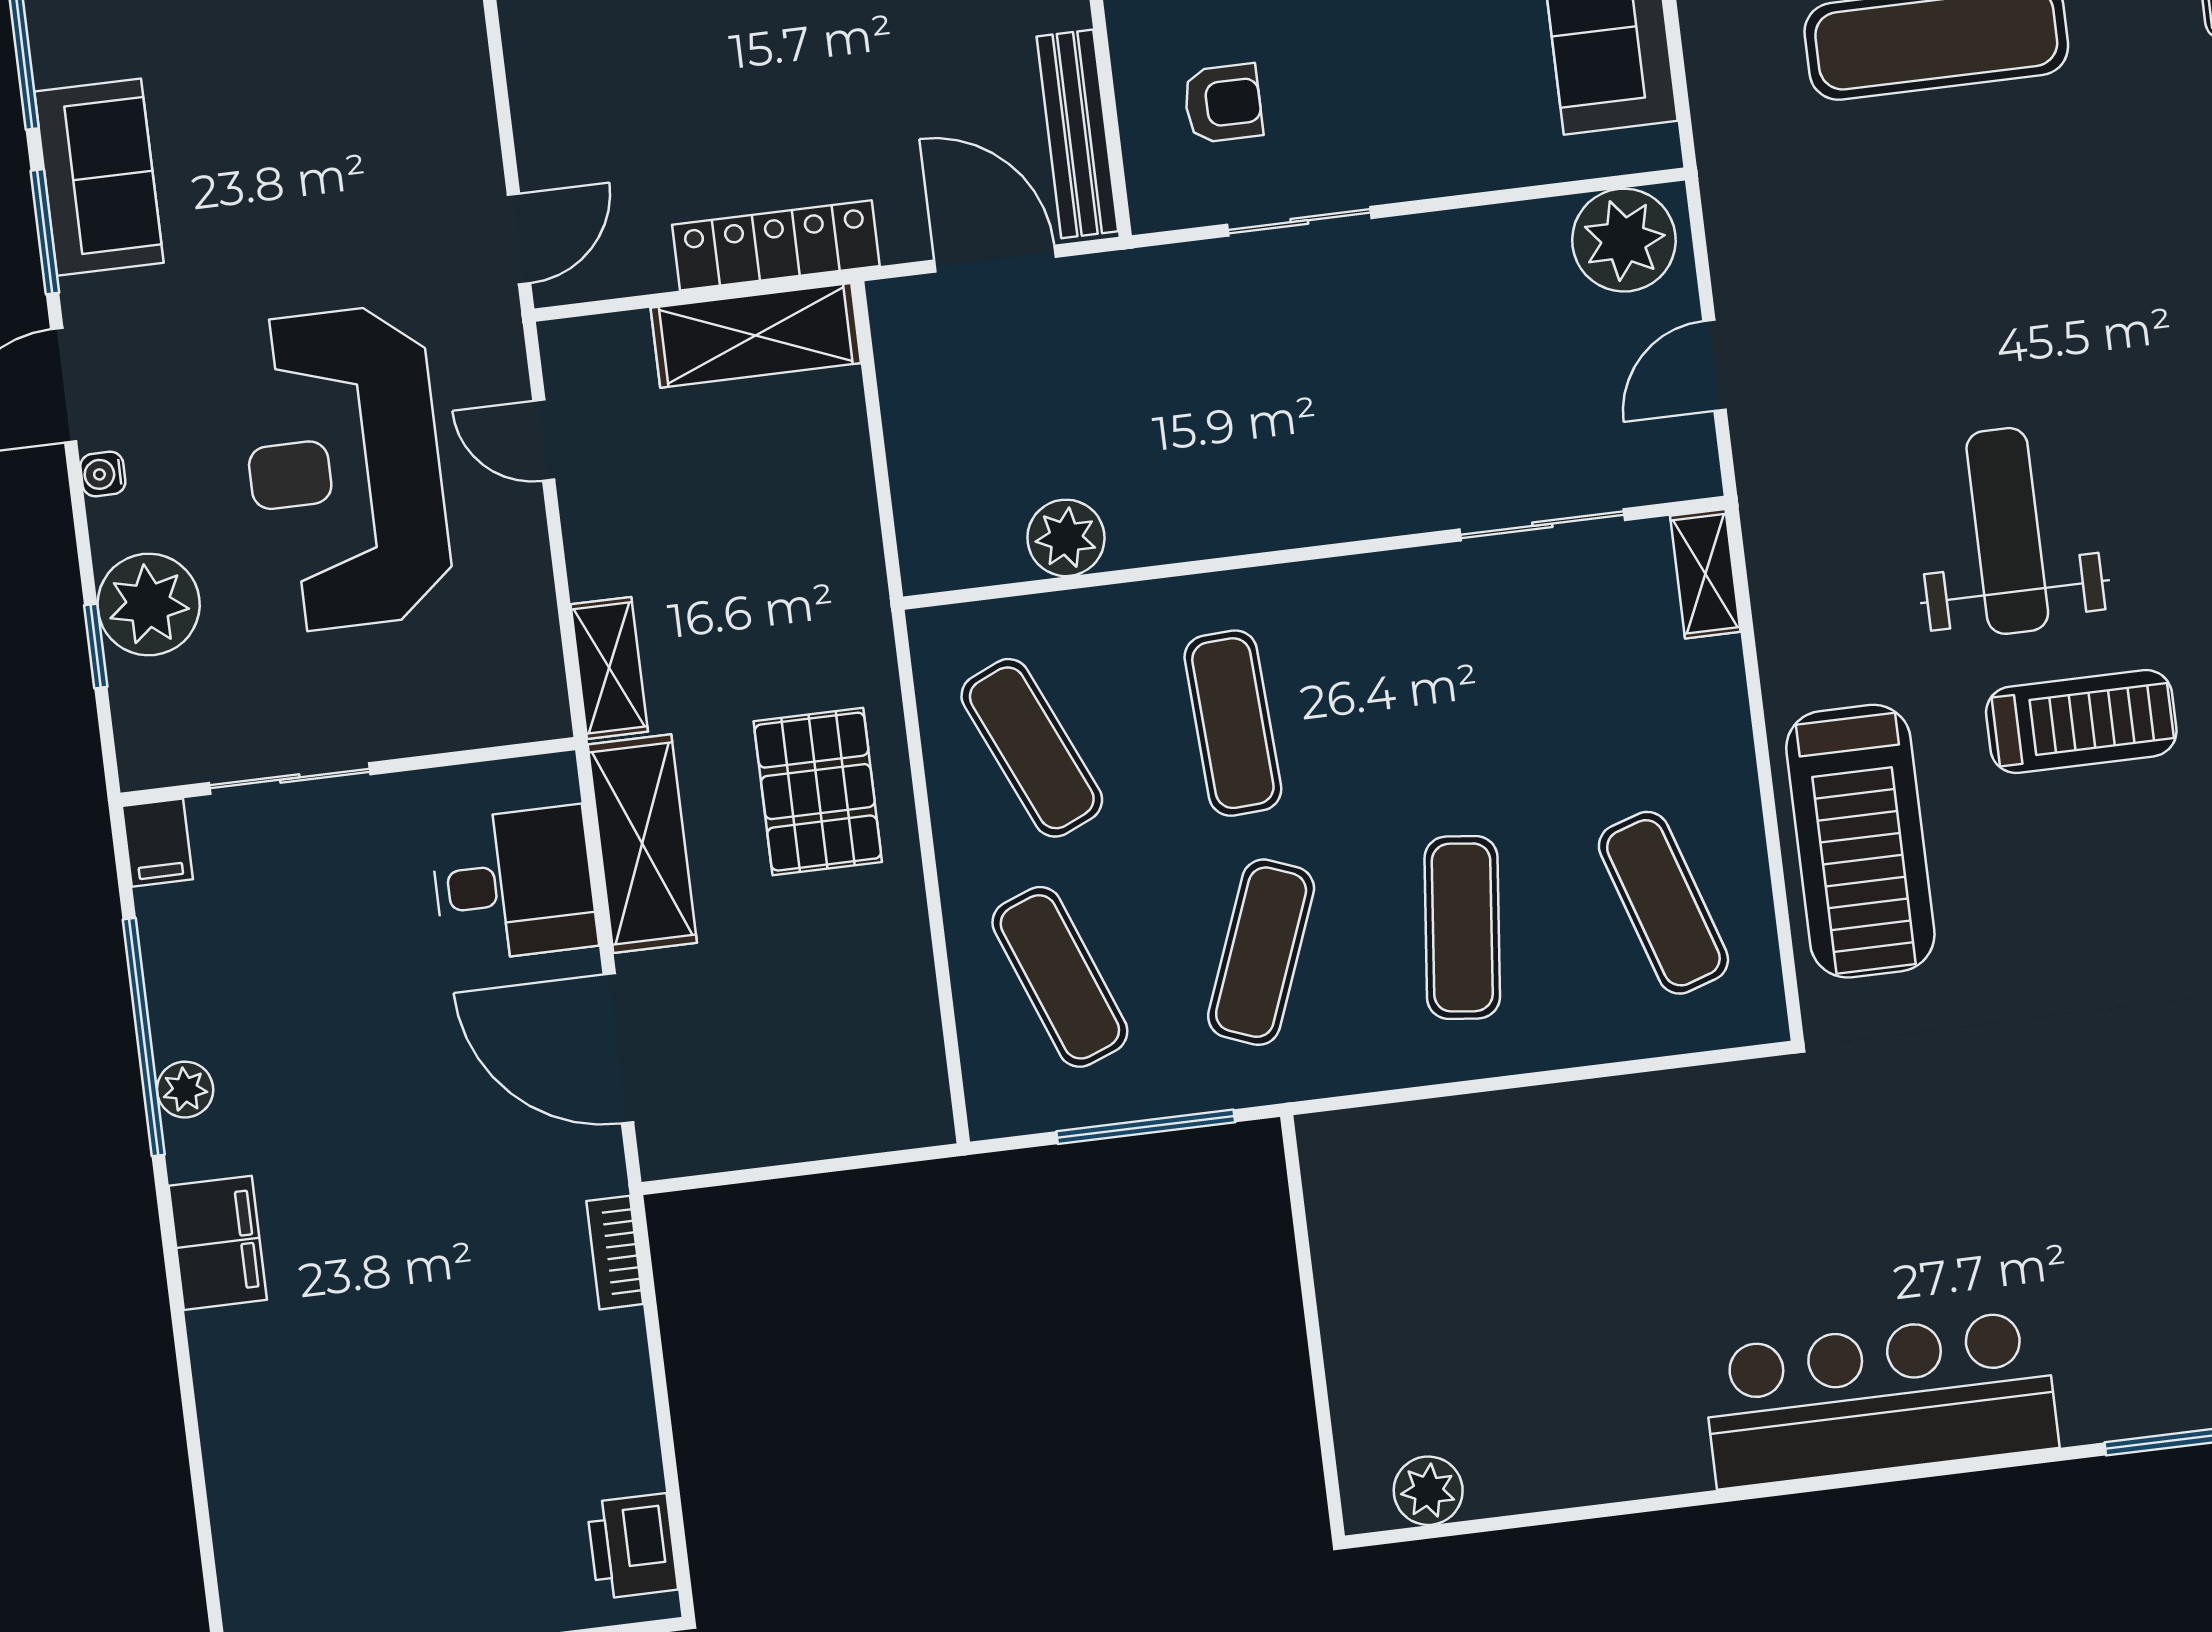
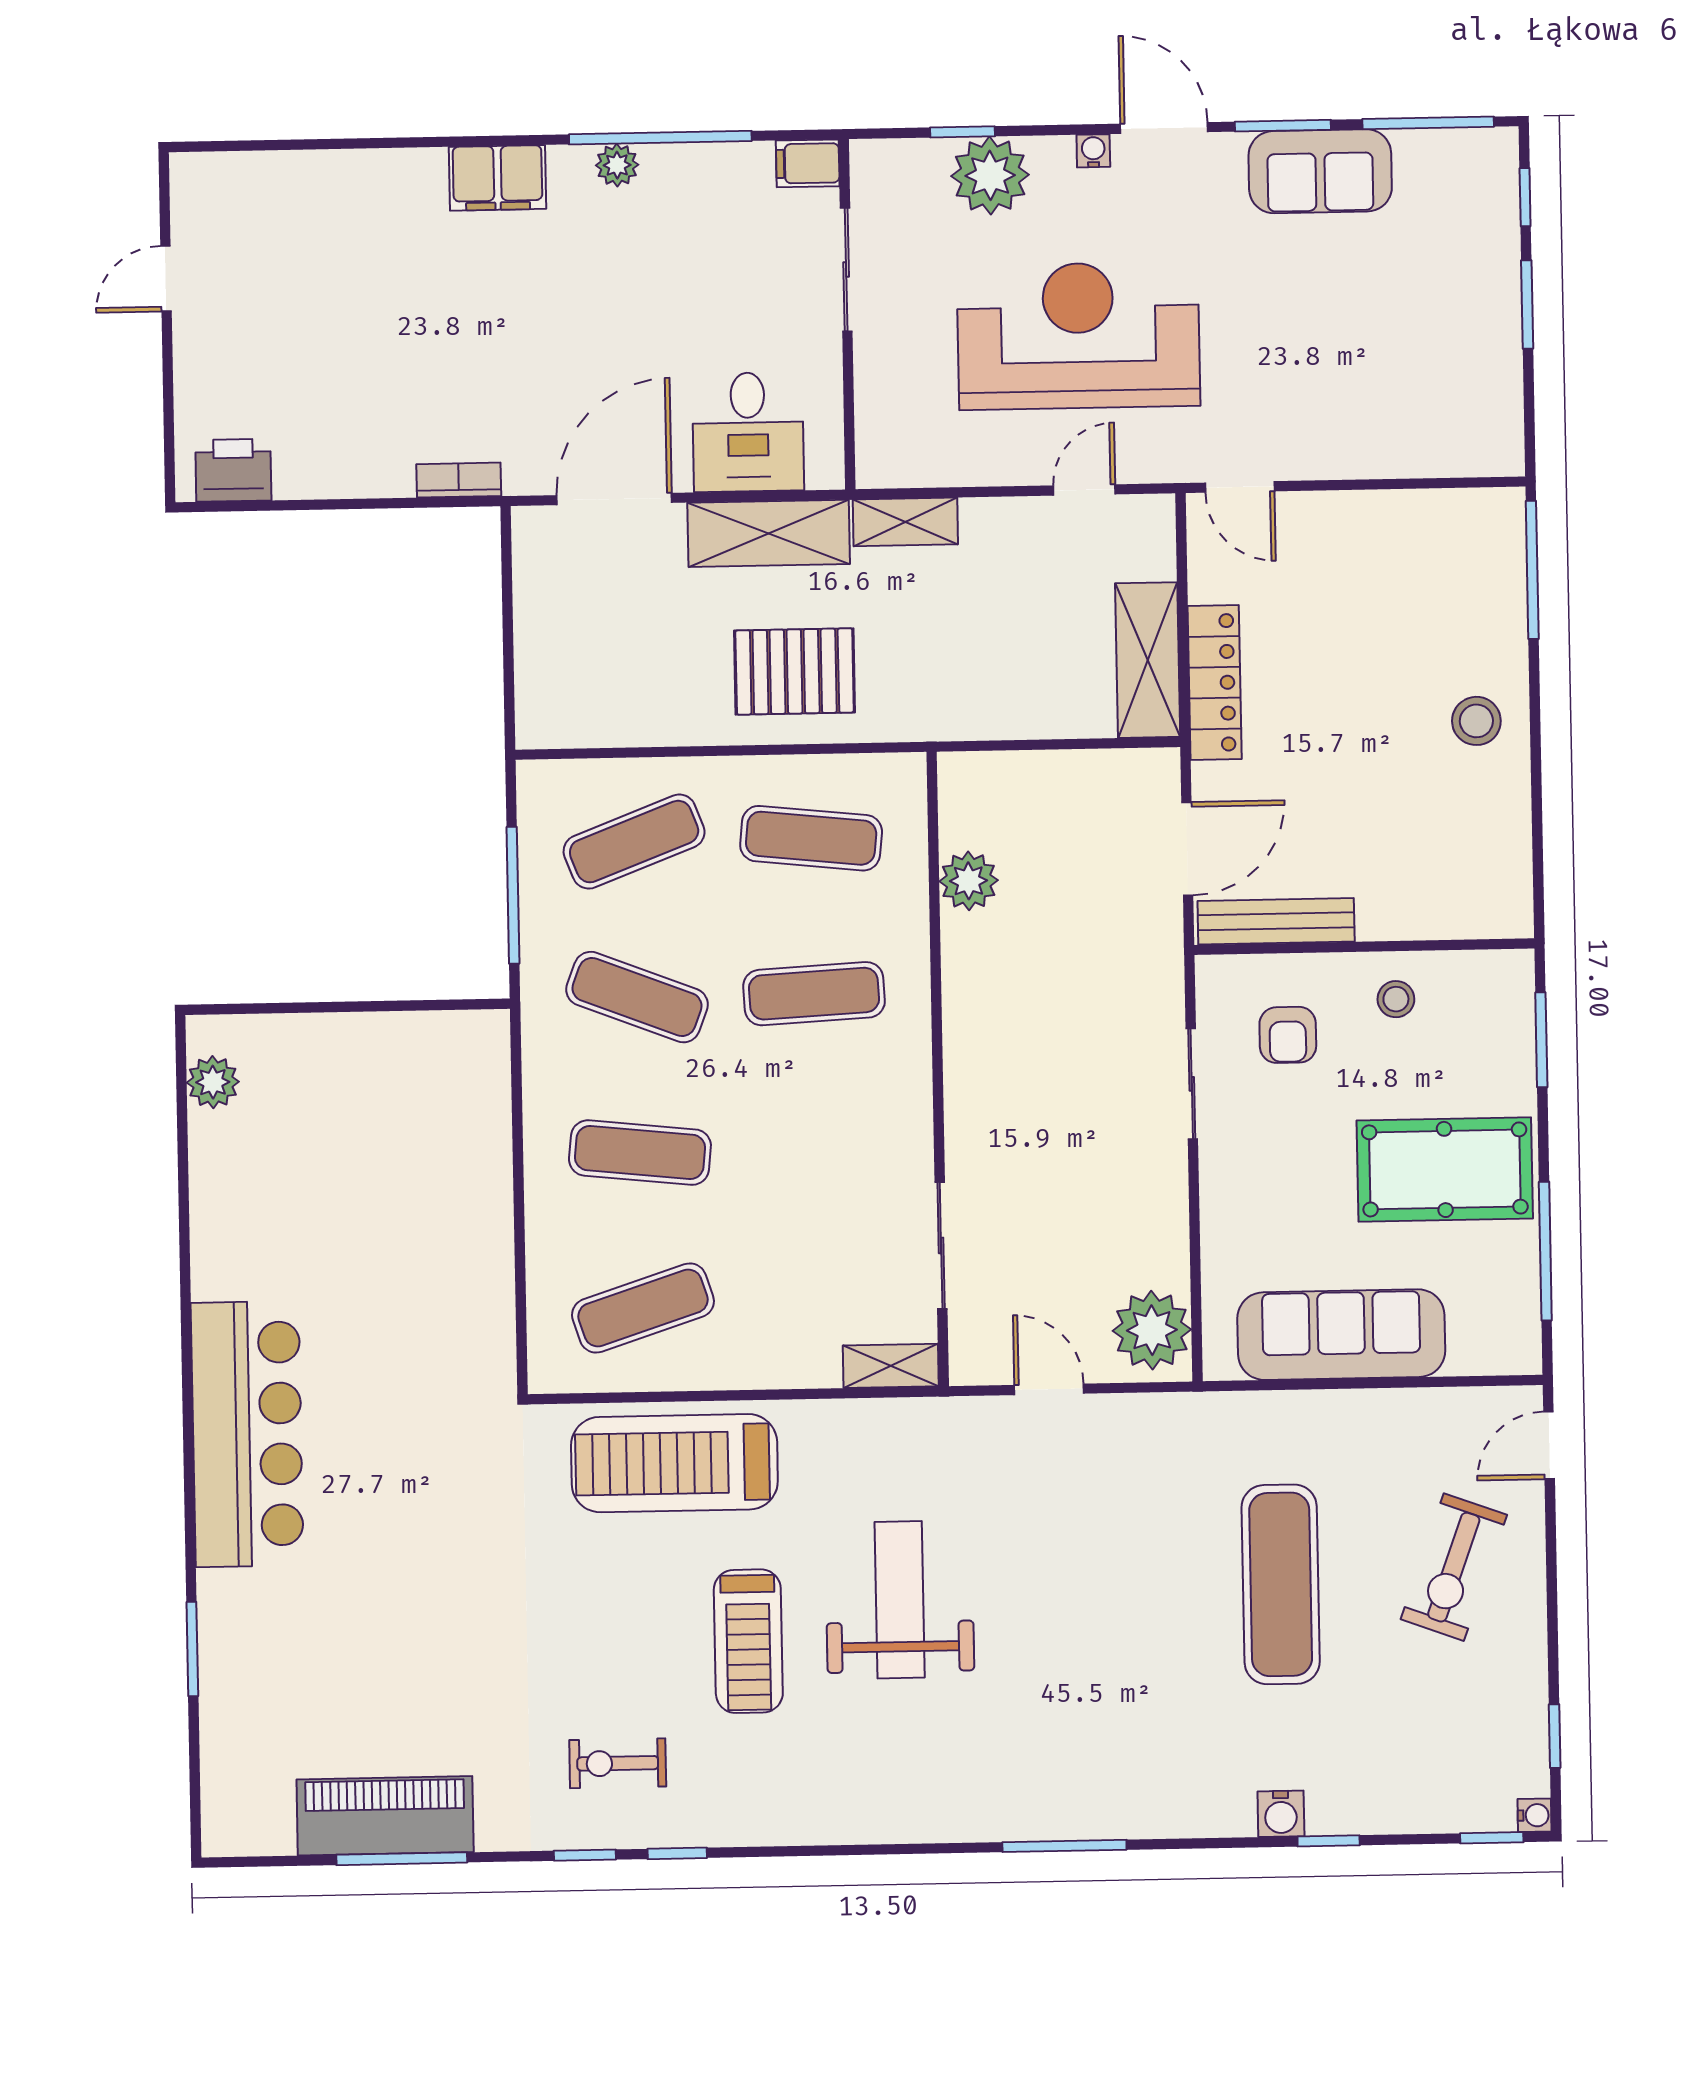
weight bench: (2007, 531) -> (900, 1600), turned -90
exercise mat: (1032, 748) -> (811, 838), turned 30

